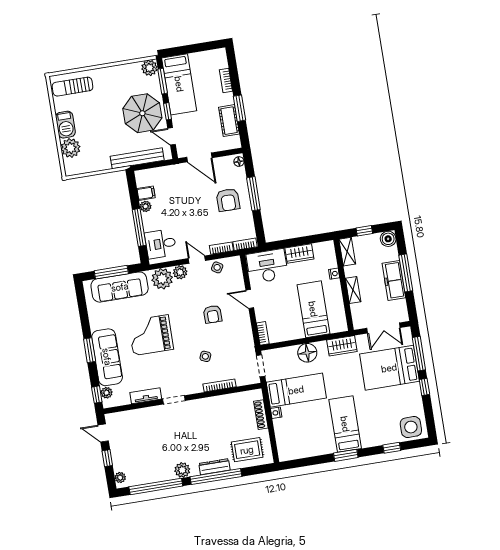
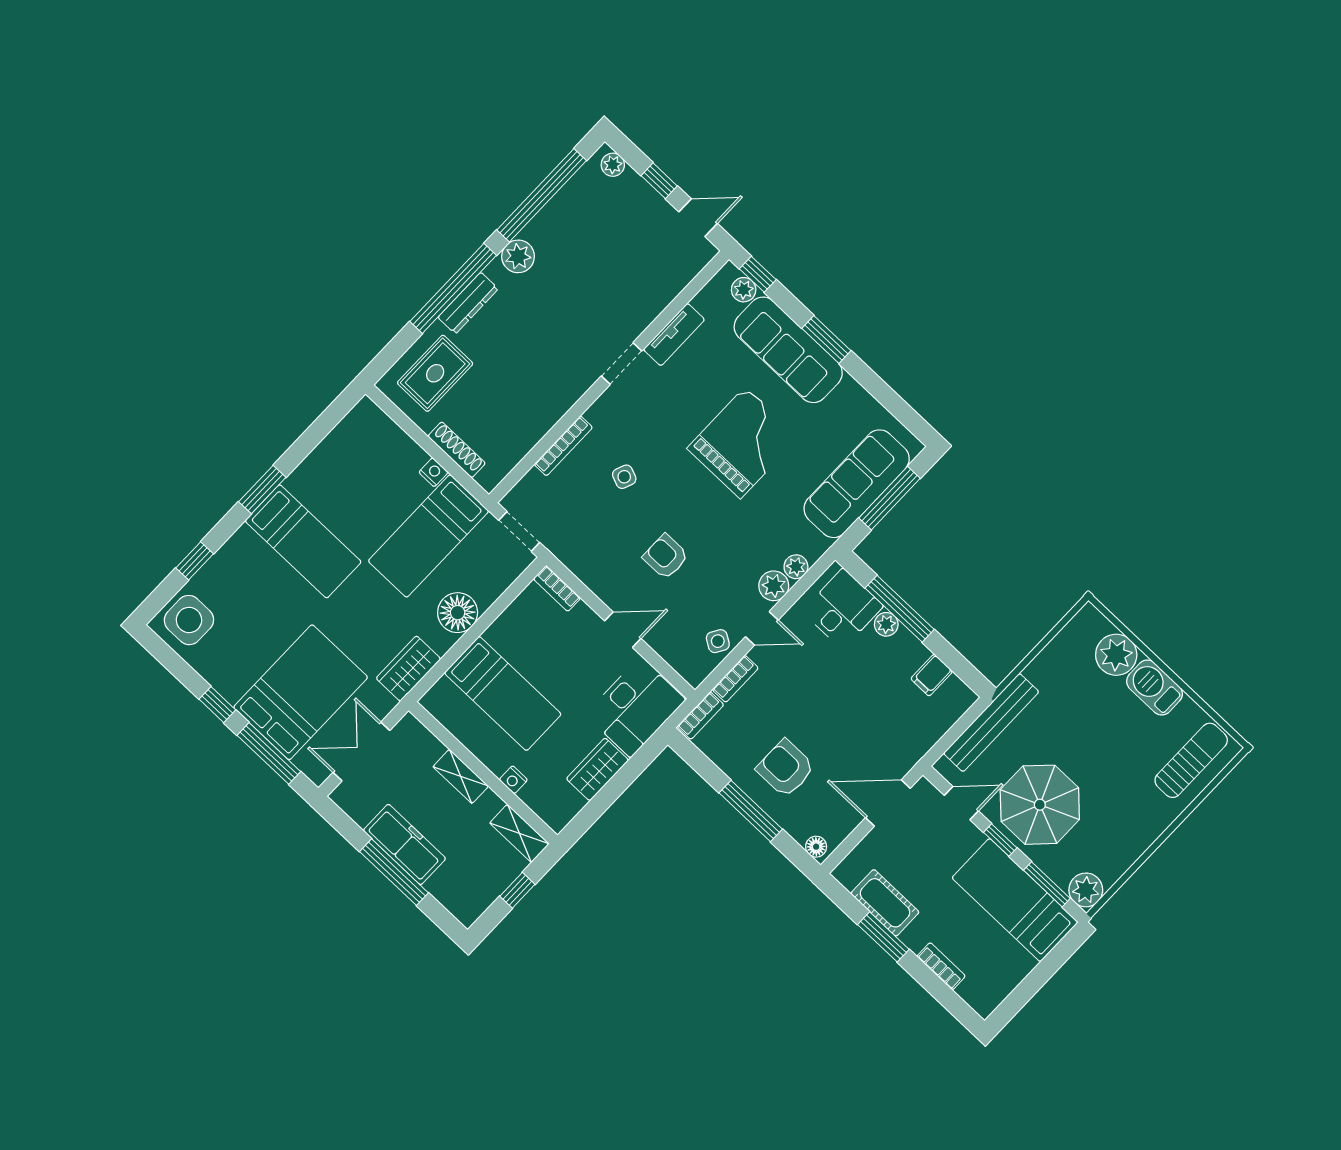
plant: (146, 206) -> (886, 624), moved
boiler: (388, 239) -> (467, 907), removed
plant: (162, 279) -> (796, 567), width x0.53, depth x0.53

